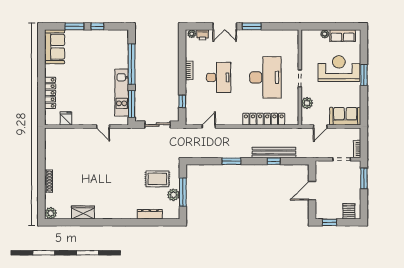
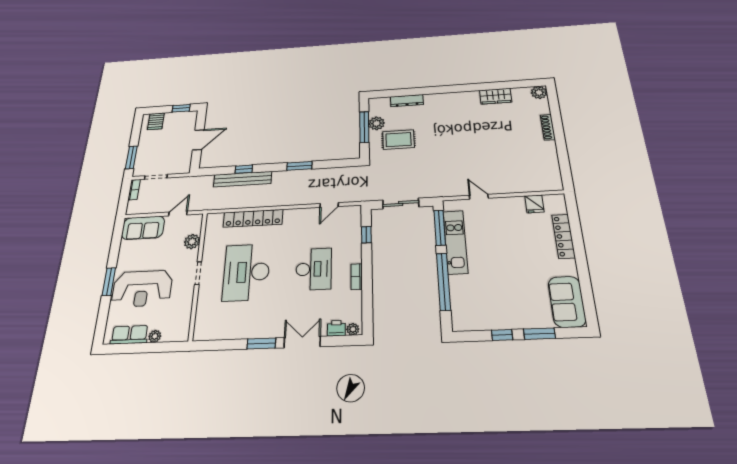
desk: (219, 77) -> (314, 269), turned 180

